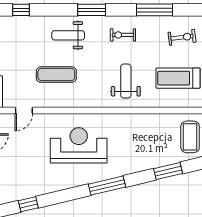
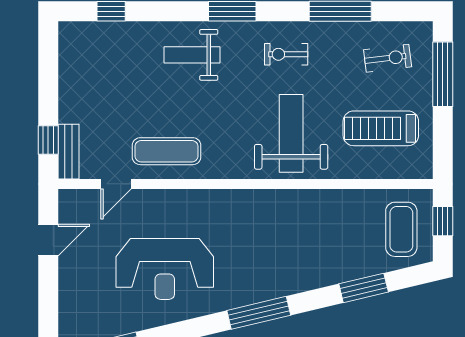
exercise mat: (56, 75) -> (167, 151), moved
weight bench: (126, 81) -> (291, 133), width x1.36, depth x1.33
reception desk: (79, 145) -> (165, 269), moved, turned 180

